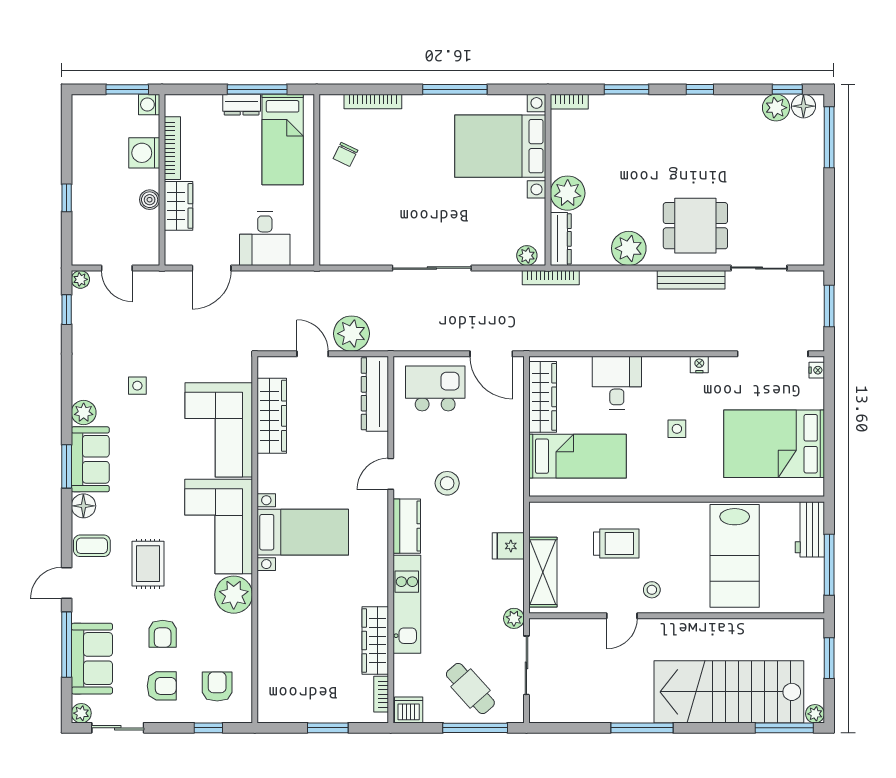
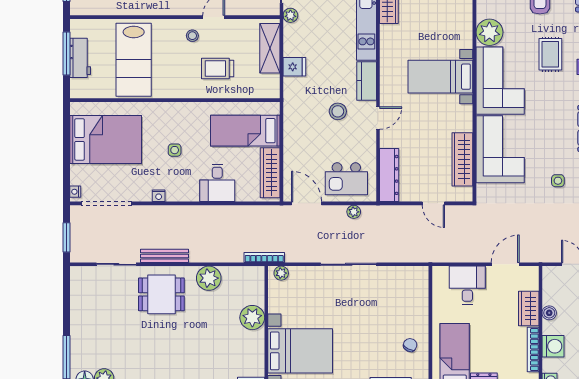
dresser: (561, 239) -> (257, 285), removed
plant: (352, 334) -> (354, 212), moved, width x0.53, depth x0.53
workbench: (810, 529) -> (80, 58), moved
lab bench: (735, 556) -> (134, 60), turned 180

